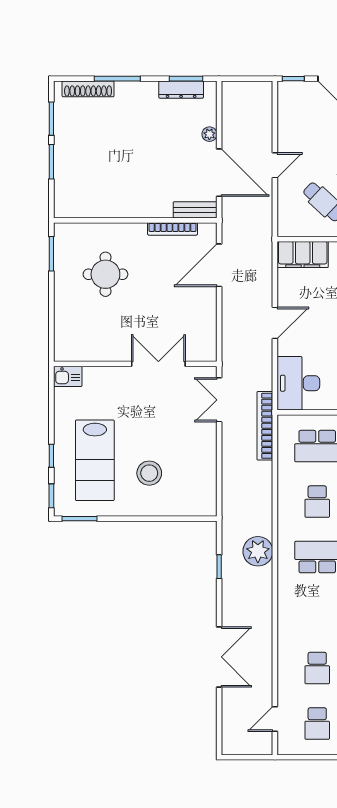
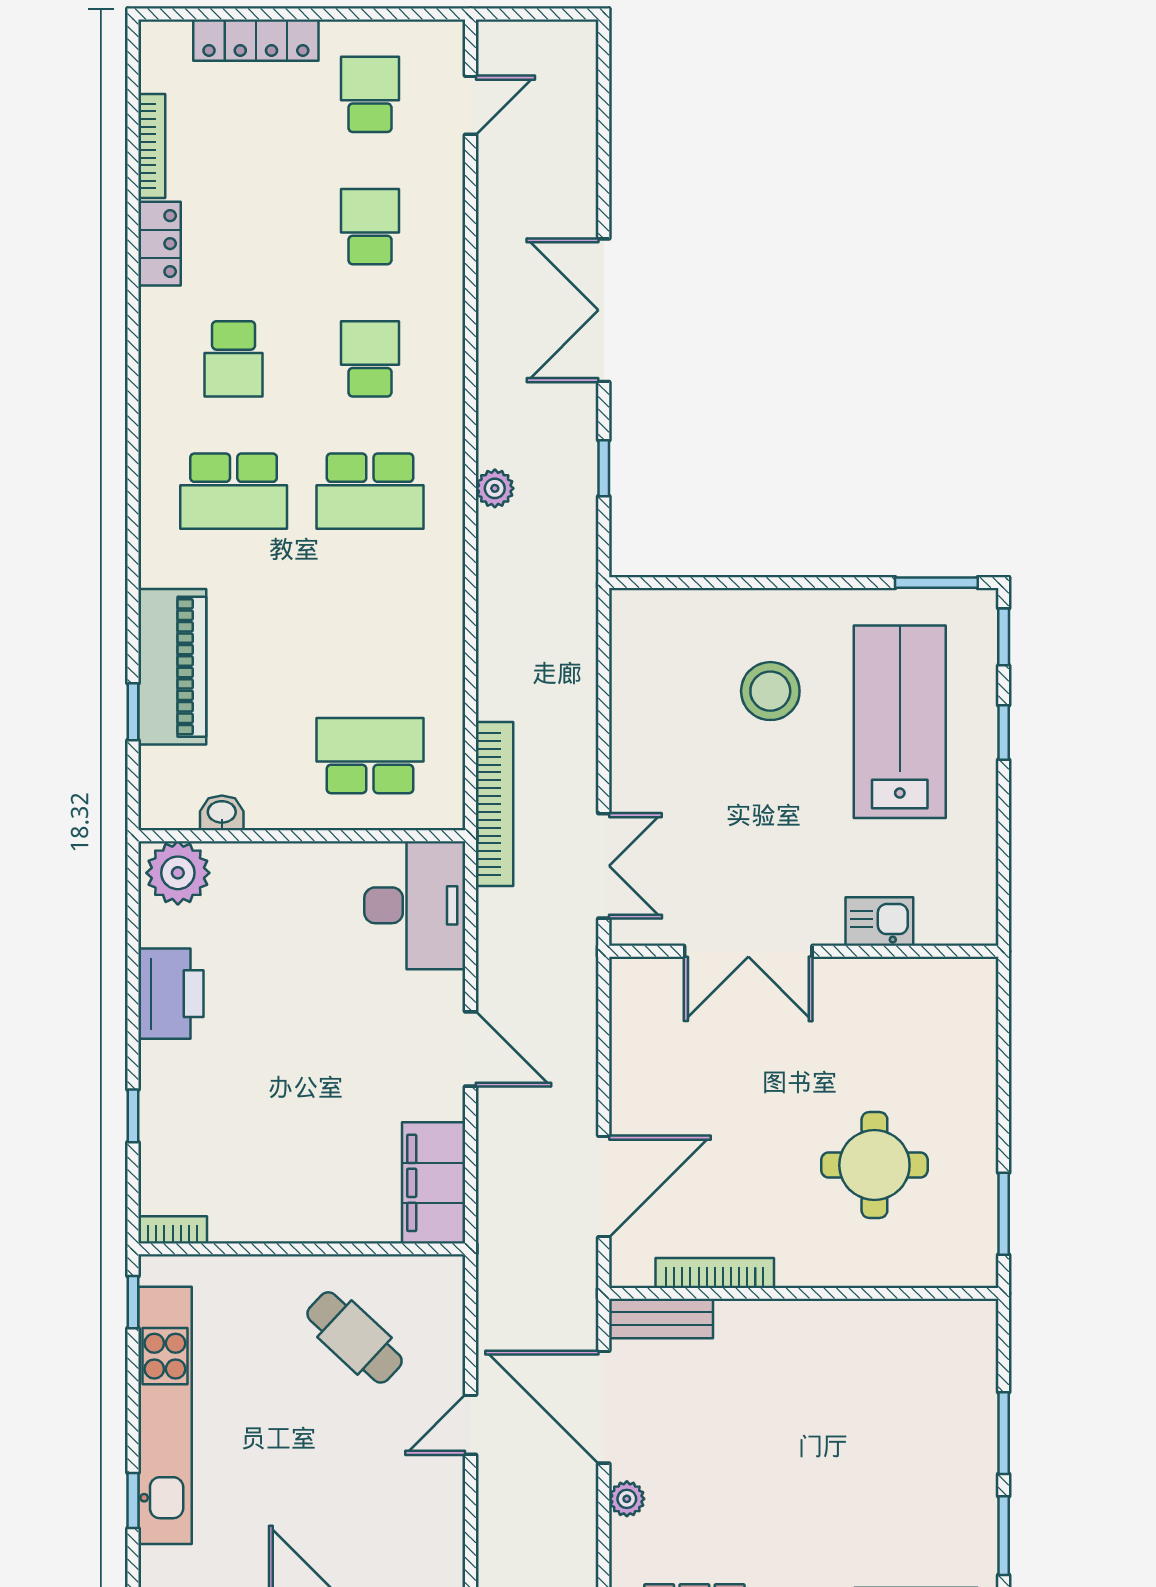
filing cabinet: (303, 254) -> (434, 1183), moved, turned -90
door: (275, 323) -> (471, 1049), swing flipped
kitchen sink: (68, 376) -> (879, 922), moved
school desk: (317, 502) -> (370, 359), moved
plant: (258, 551) -> (495, 488), width x0.53, depth x0.53
double door: (219, 657) -> (604, 310), moved

